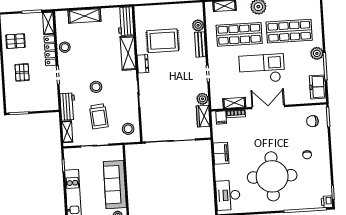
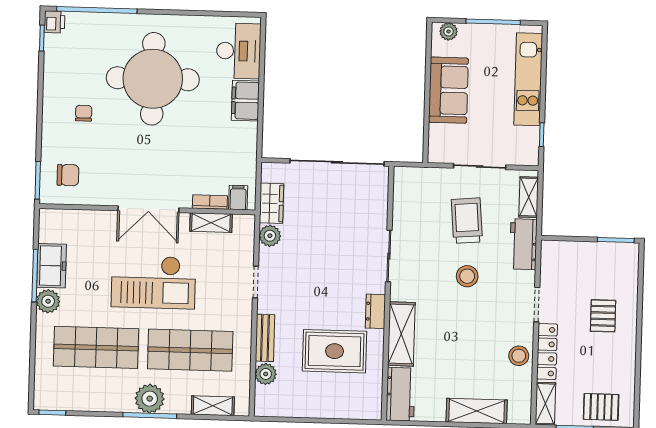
pallet: (15, 41) -> (601, 407), moved
freezer: (318, 87) -> (52, 266), moved
stool: (128, 129) -> (414, 192), removed
filing cabinet: (221, 153) -> (245, 101), moved
sofa: (115, 185) -> (448, 90), width x0.73

